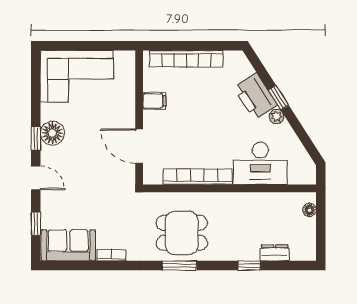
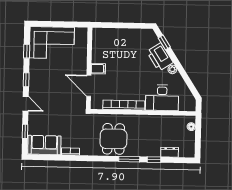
bookcase: (186, 59) -> (118, 33), removed
window: (36, 92) -> (27, 51), added
window: (278, 98) -> (164, 42), moved
filing cabinet: (154, 101) -> (98, 69), moved
floor lamp: (52, 133) -> (36, 77), removed
dining table: (182, 233) -> (113, 139), turned 90
window: (179, 266) -> (129, 159), moved

